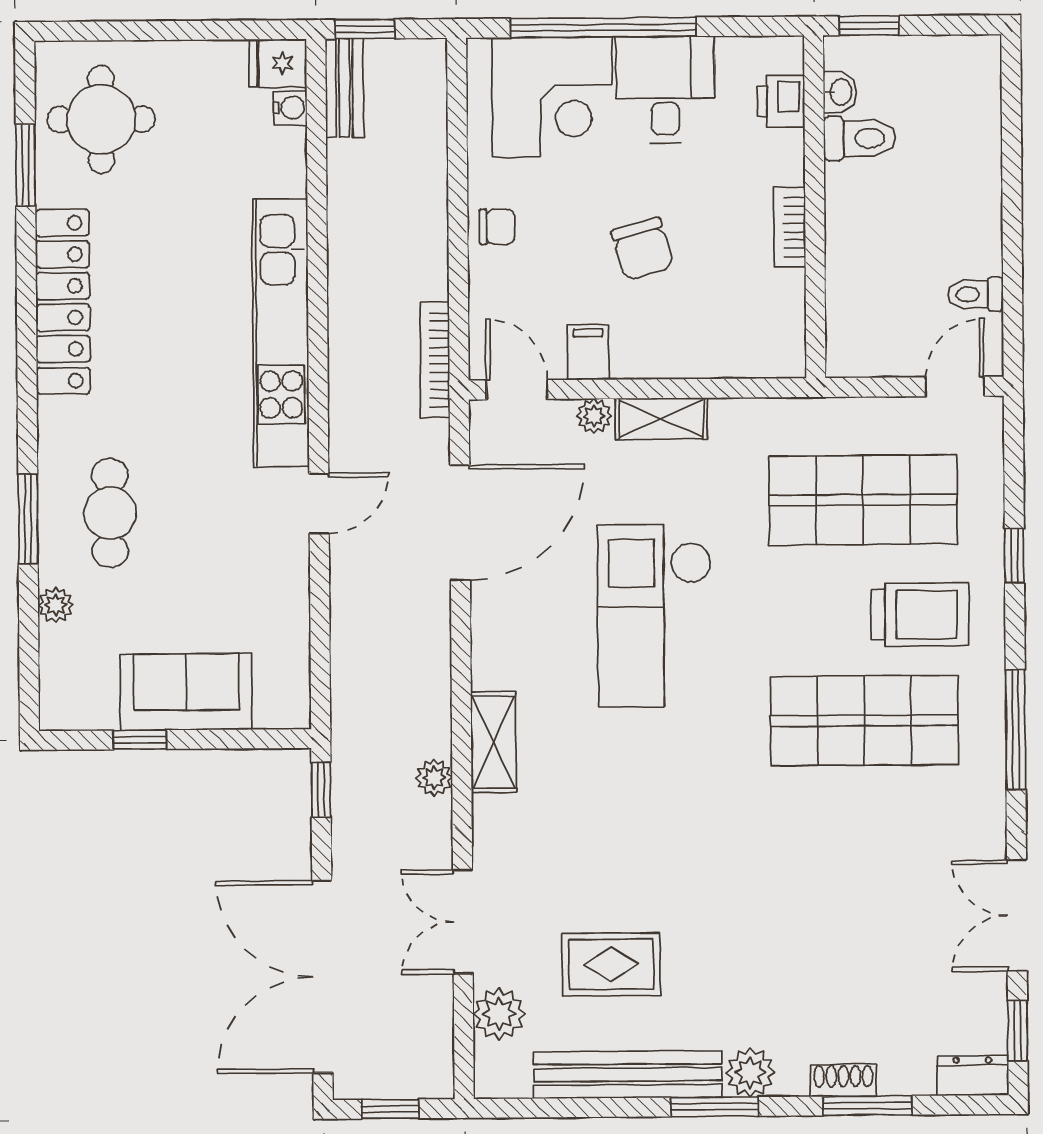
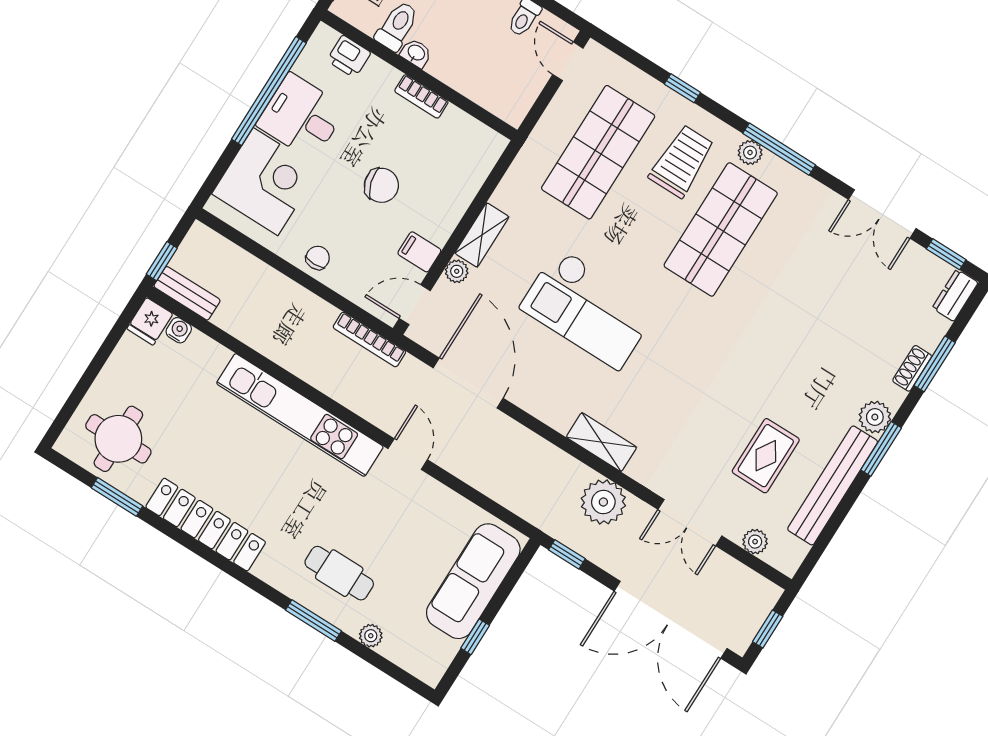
window: (603, 27) -> (269, 91), moved
washbasin: (840, 92) -> (416, 53), moved
sofa: (186, 692) -> (473, 581), width x1.36
plant: (987, 695) -> (750, 152), added
plant: (434, 778) -> (603, 502), width x1.87, depth x1.87
plant: (499, 1014) -> (755, 542), width x0.73, depth x0.73

